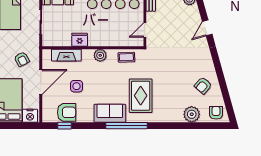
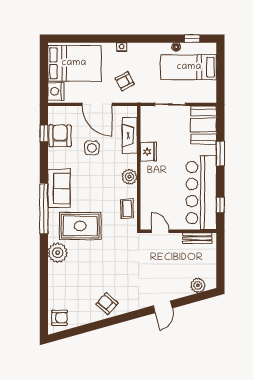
door: (207, 28) -> (163, 307), swing flipped
armchair: (203, 86) -> (107, 304), moved
armchair: (67, 112) -> (60, 136), turned 180
plant: (192, 114) -> (58, 253), moved

